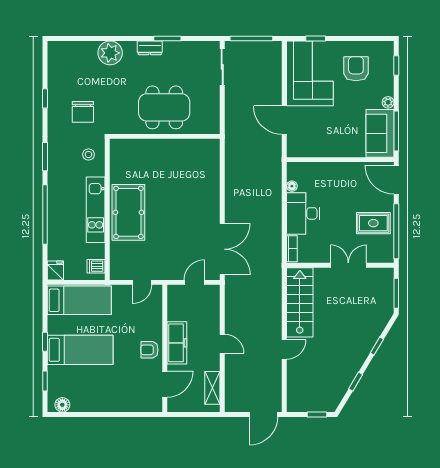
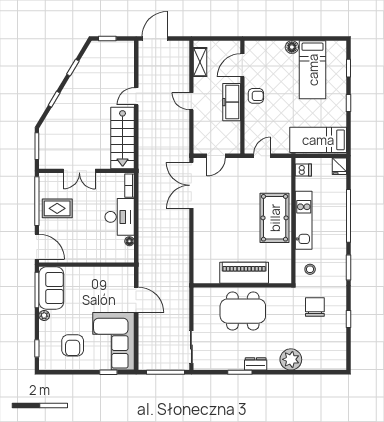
piano: (163, 151) -> (244, 273), added
bed: (80, 350) -> (313, 70), moved, turned -90
floor lamp: (62, 405) -> (292, 47), moved

